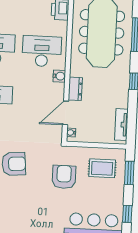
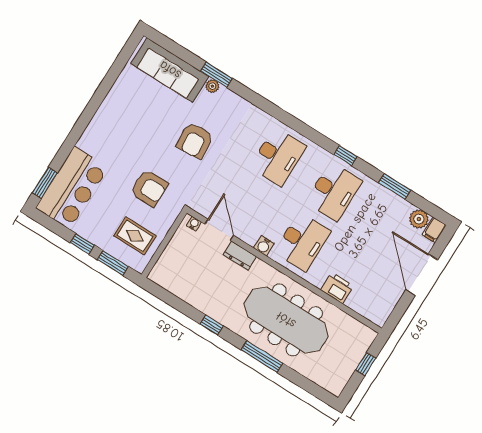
tv unit: (121, 125) -> (171, 284), removed
rug: (102, 168) -> (135, 236), turned 90
window: (127, 214) -> (82, 244), moved

